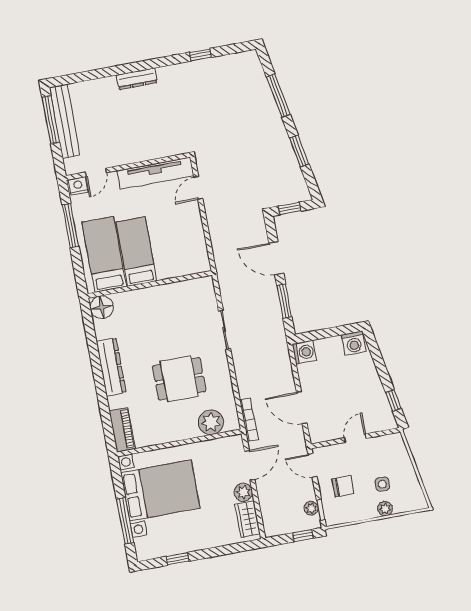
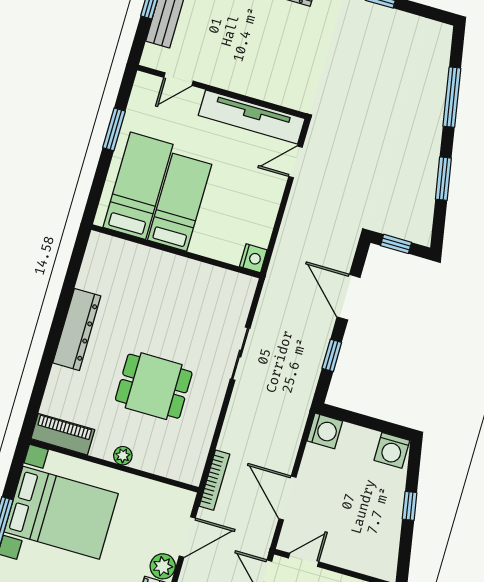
nightstand: (78, 186) -> (253, 258), moved, turned 90
window: (70, 226) -> (114, 129), width x0.69
window: (284, 301) -> (332, 355), width x0.67
floor lamp: (102, 307) -> (102, 250), removed
window: (393, 400) -> (410, 506), moved
plant: (211, 422) -> (123, 456), moved, width x0.53, depth x0.53
piano: (122, 430) -> (63, 434), moved, turned -90
door: (355, 438) -> (304, 560), moved

